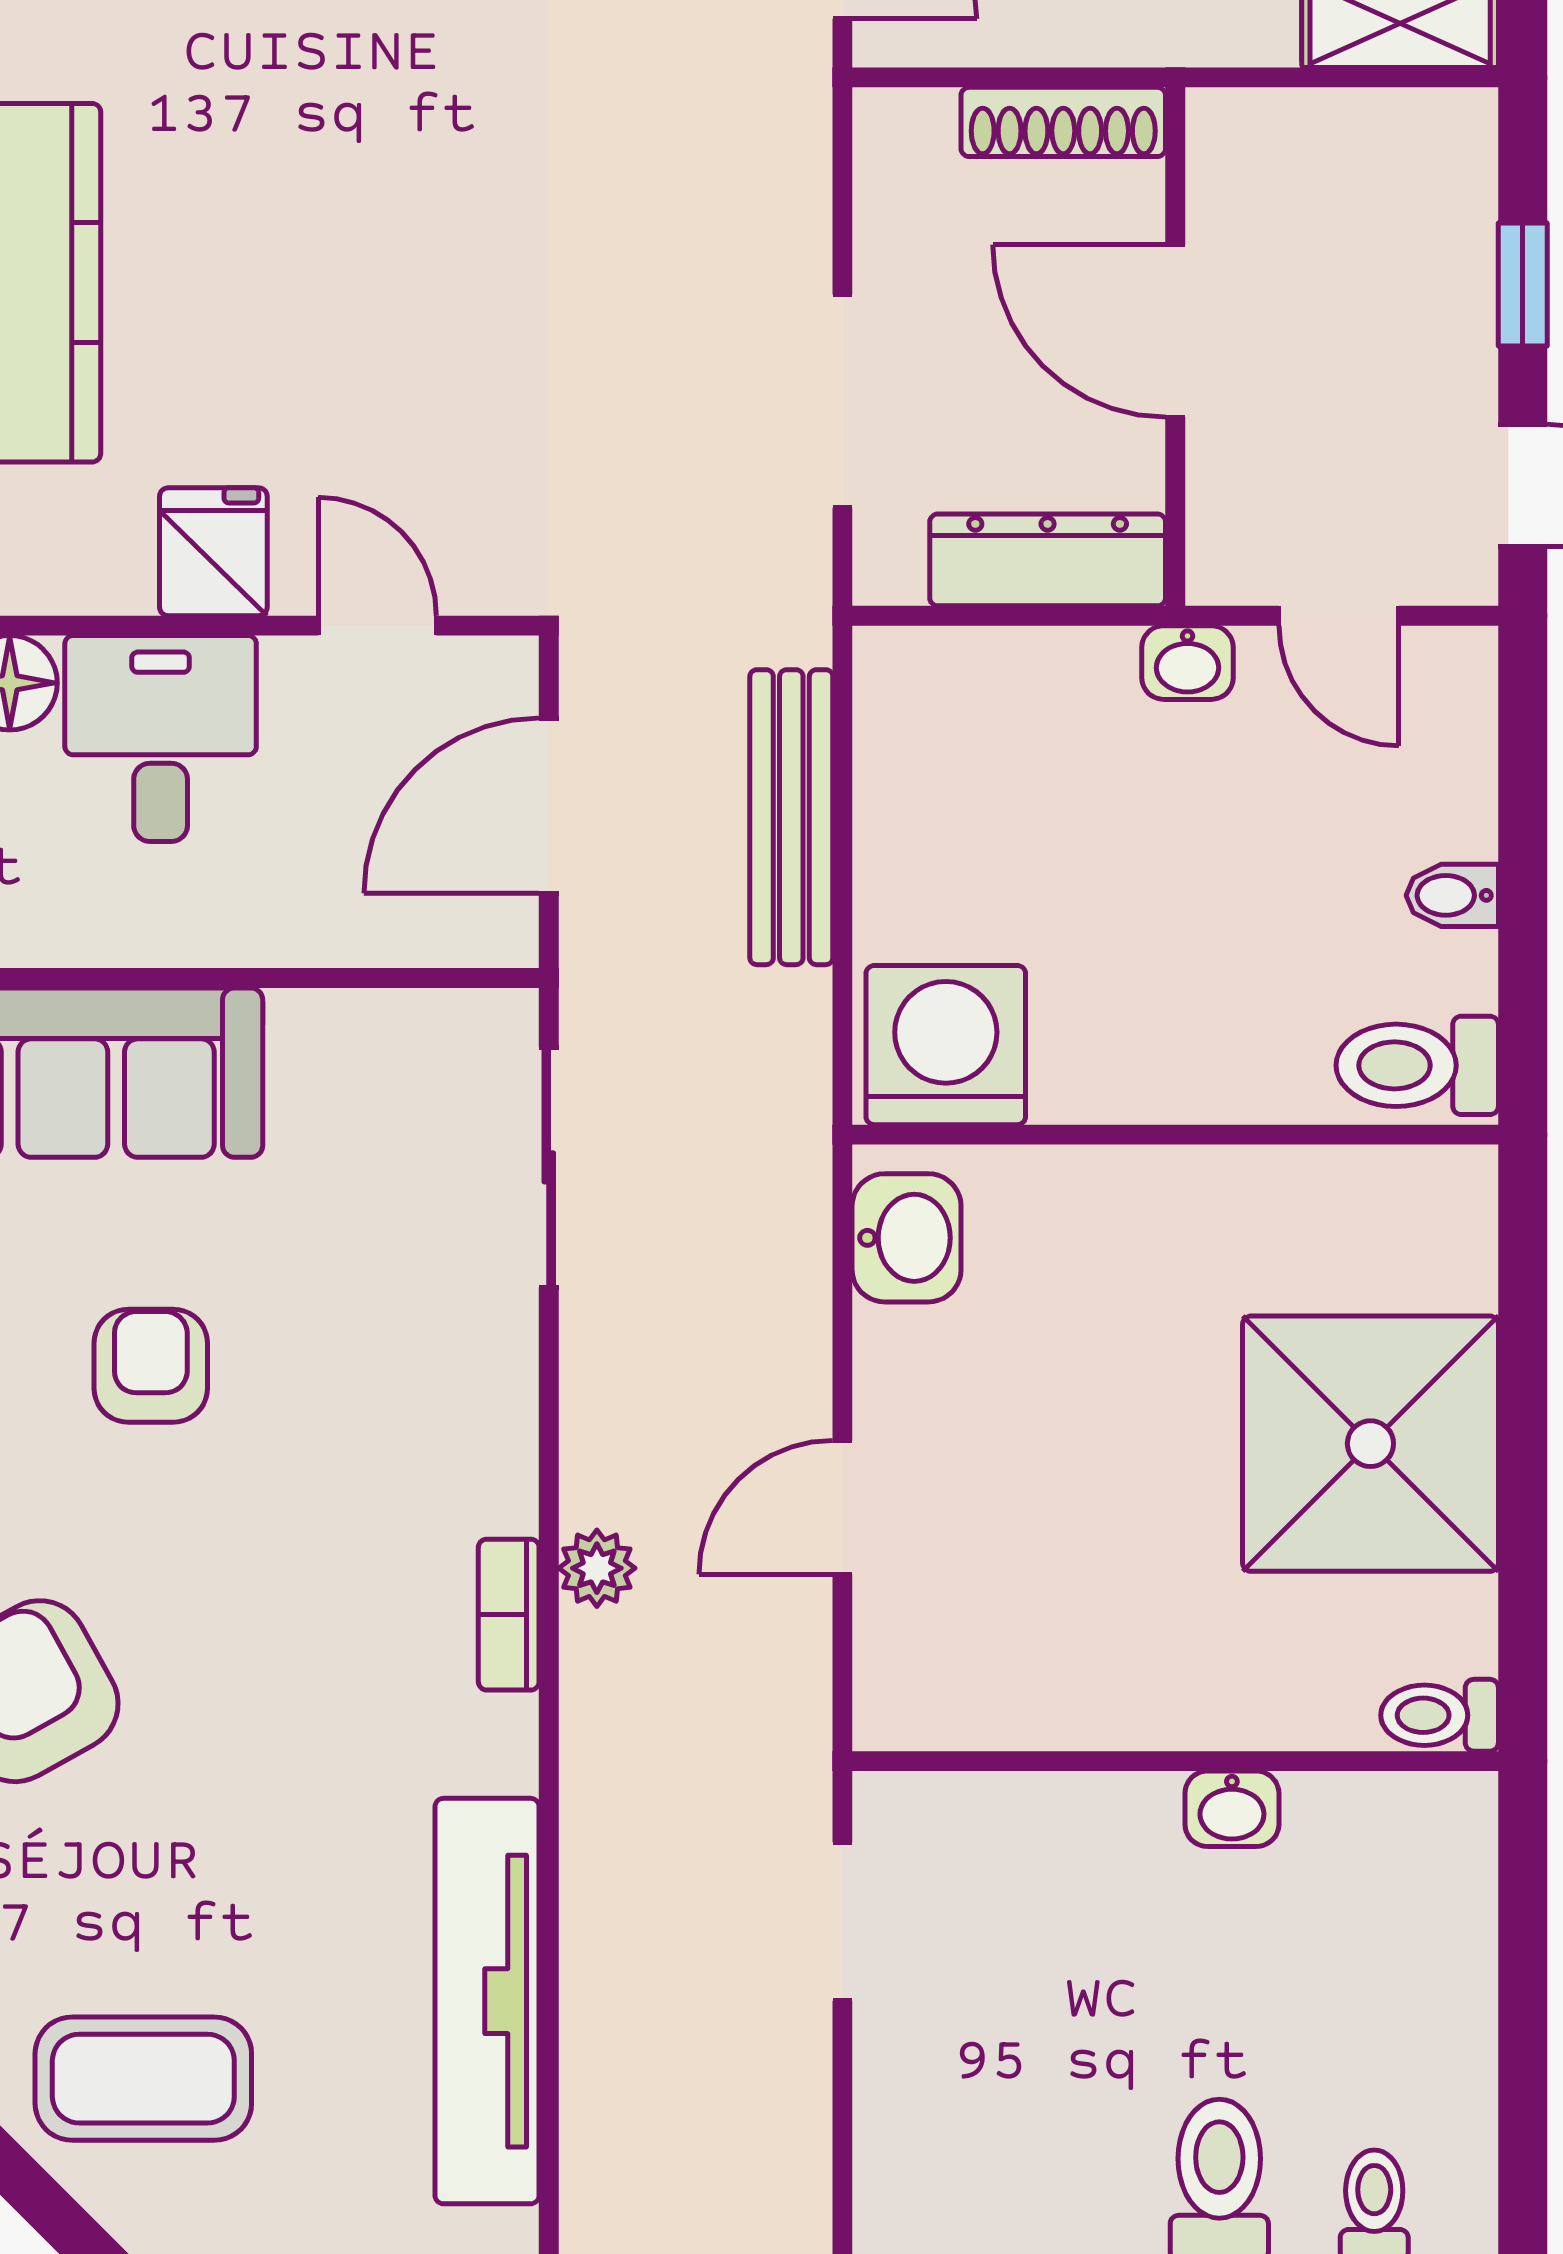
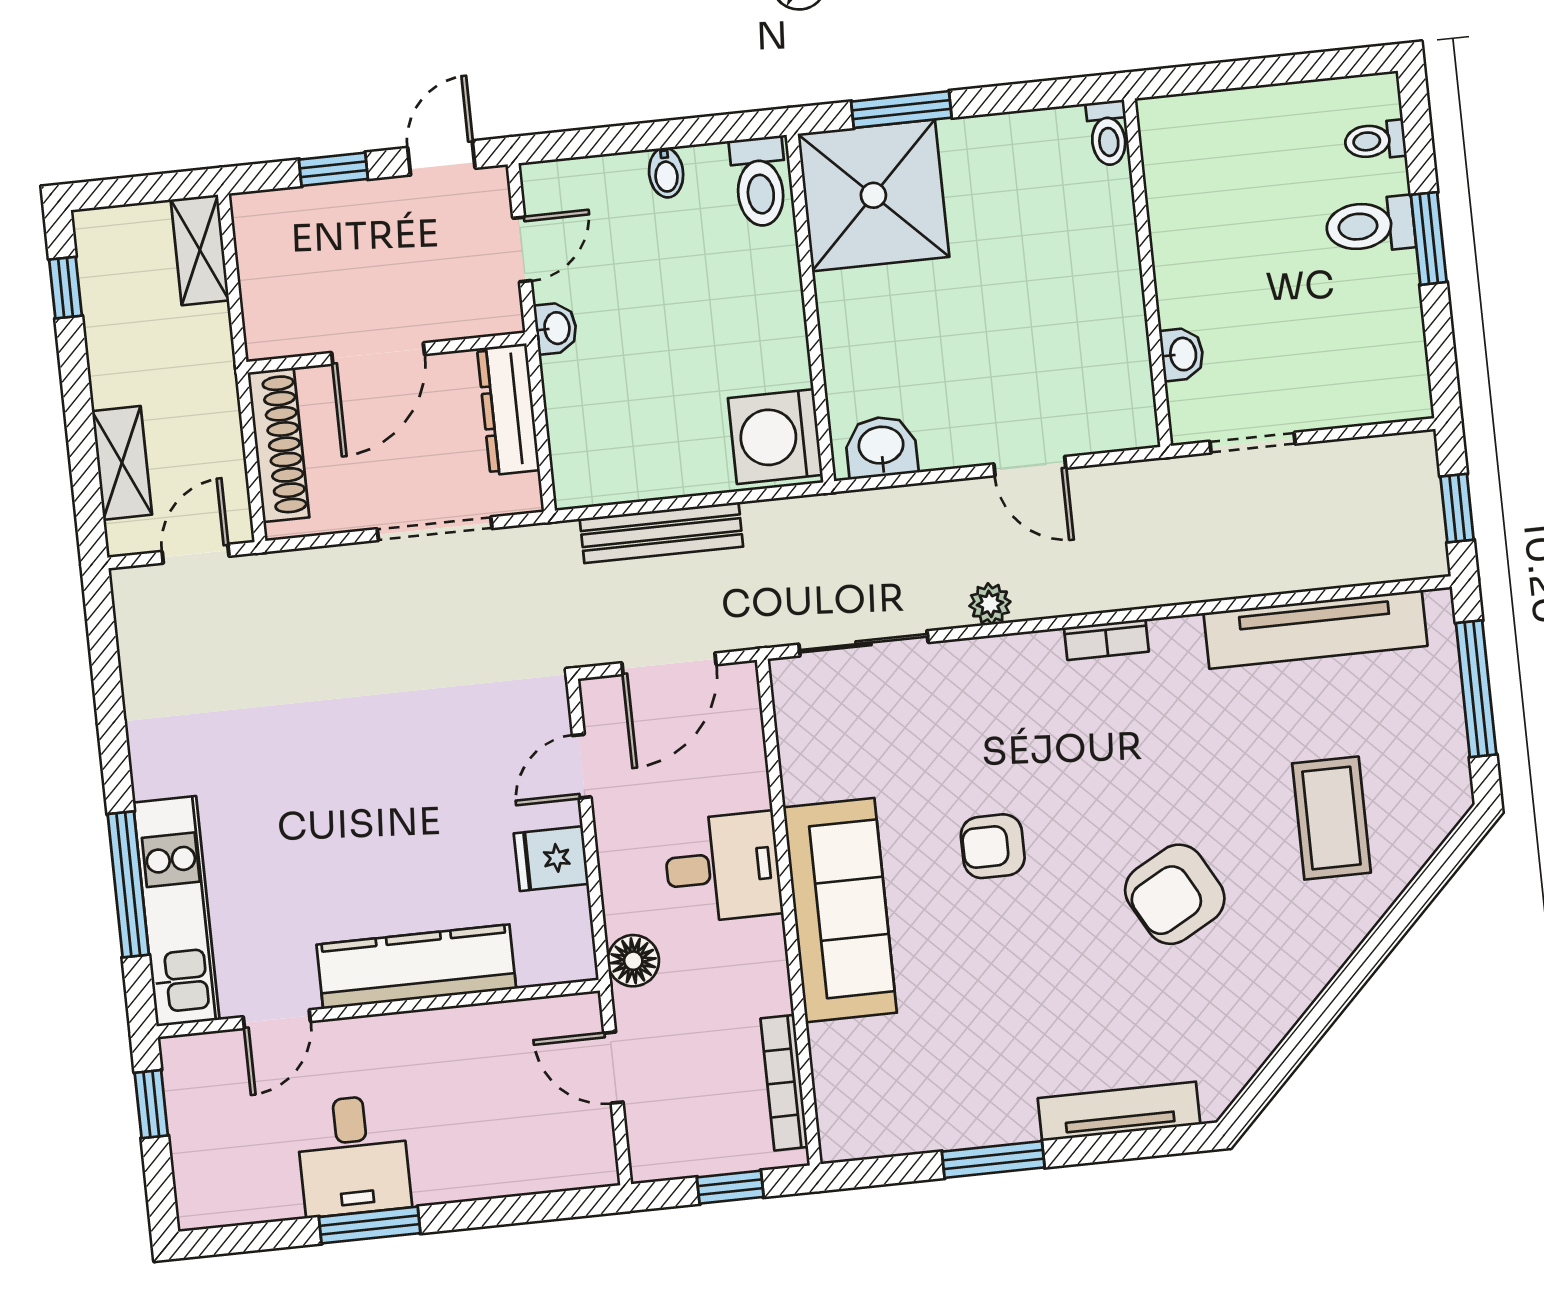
shoe rack: (1063, 122) -> (278, 445), width x1.36, depth x1.24
desk: (161, 738) -> (723, 867), moved, turned 180
door: (549, 806) -> (669, 664), hinge flipped
window: (1523, 1340) -> (901, 110), added
shower: (1370, 1444) -> (873, 195), moved
plant: (597, 1568) -> (990, 604), moved
washbasin: (1232, 1809) -> (1182, 354), moved
coffee table: (143, 2079) -> (1331, 818), moved

